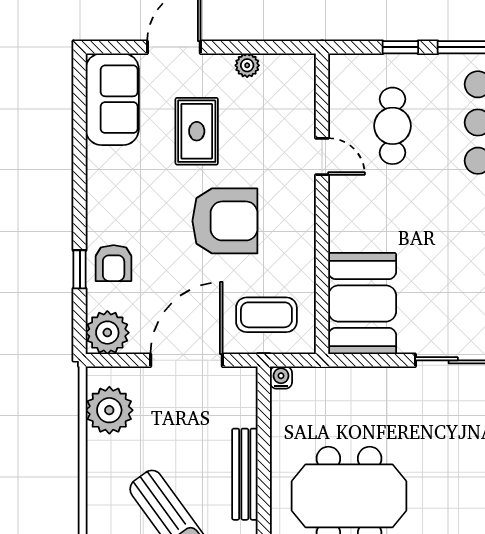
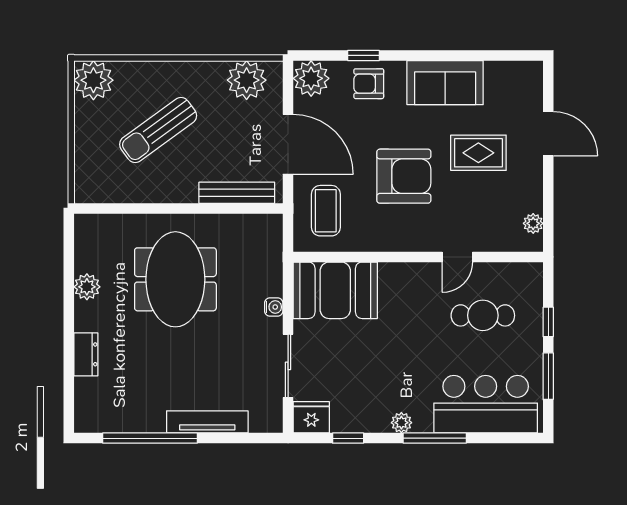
plant: (247, 65) -> (533, 223), moved
sofa: (112, 99) -> (445, 83), moved
armchair: (225, 221) -> (404, 176), turned -90
water cooler: (281, 378) -> (274, 307), moved
bench: (245, 474) -> (237, 193), moved

